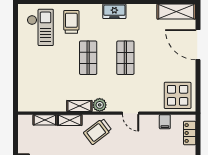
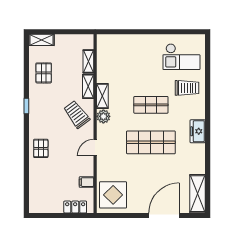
shop shelf: (125, 58) -> (151, 142), width x1.43, depth x1.36

